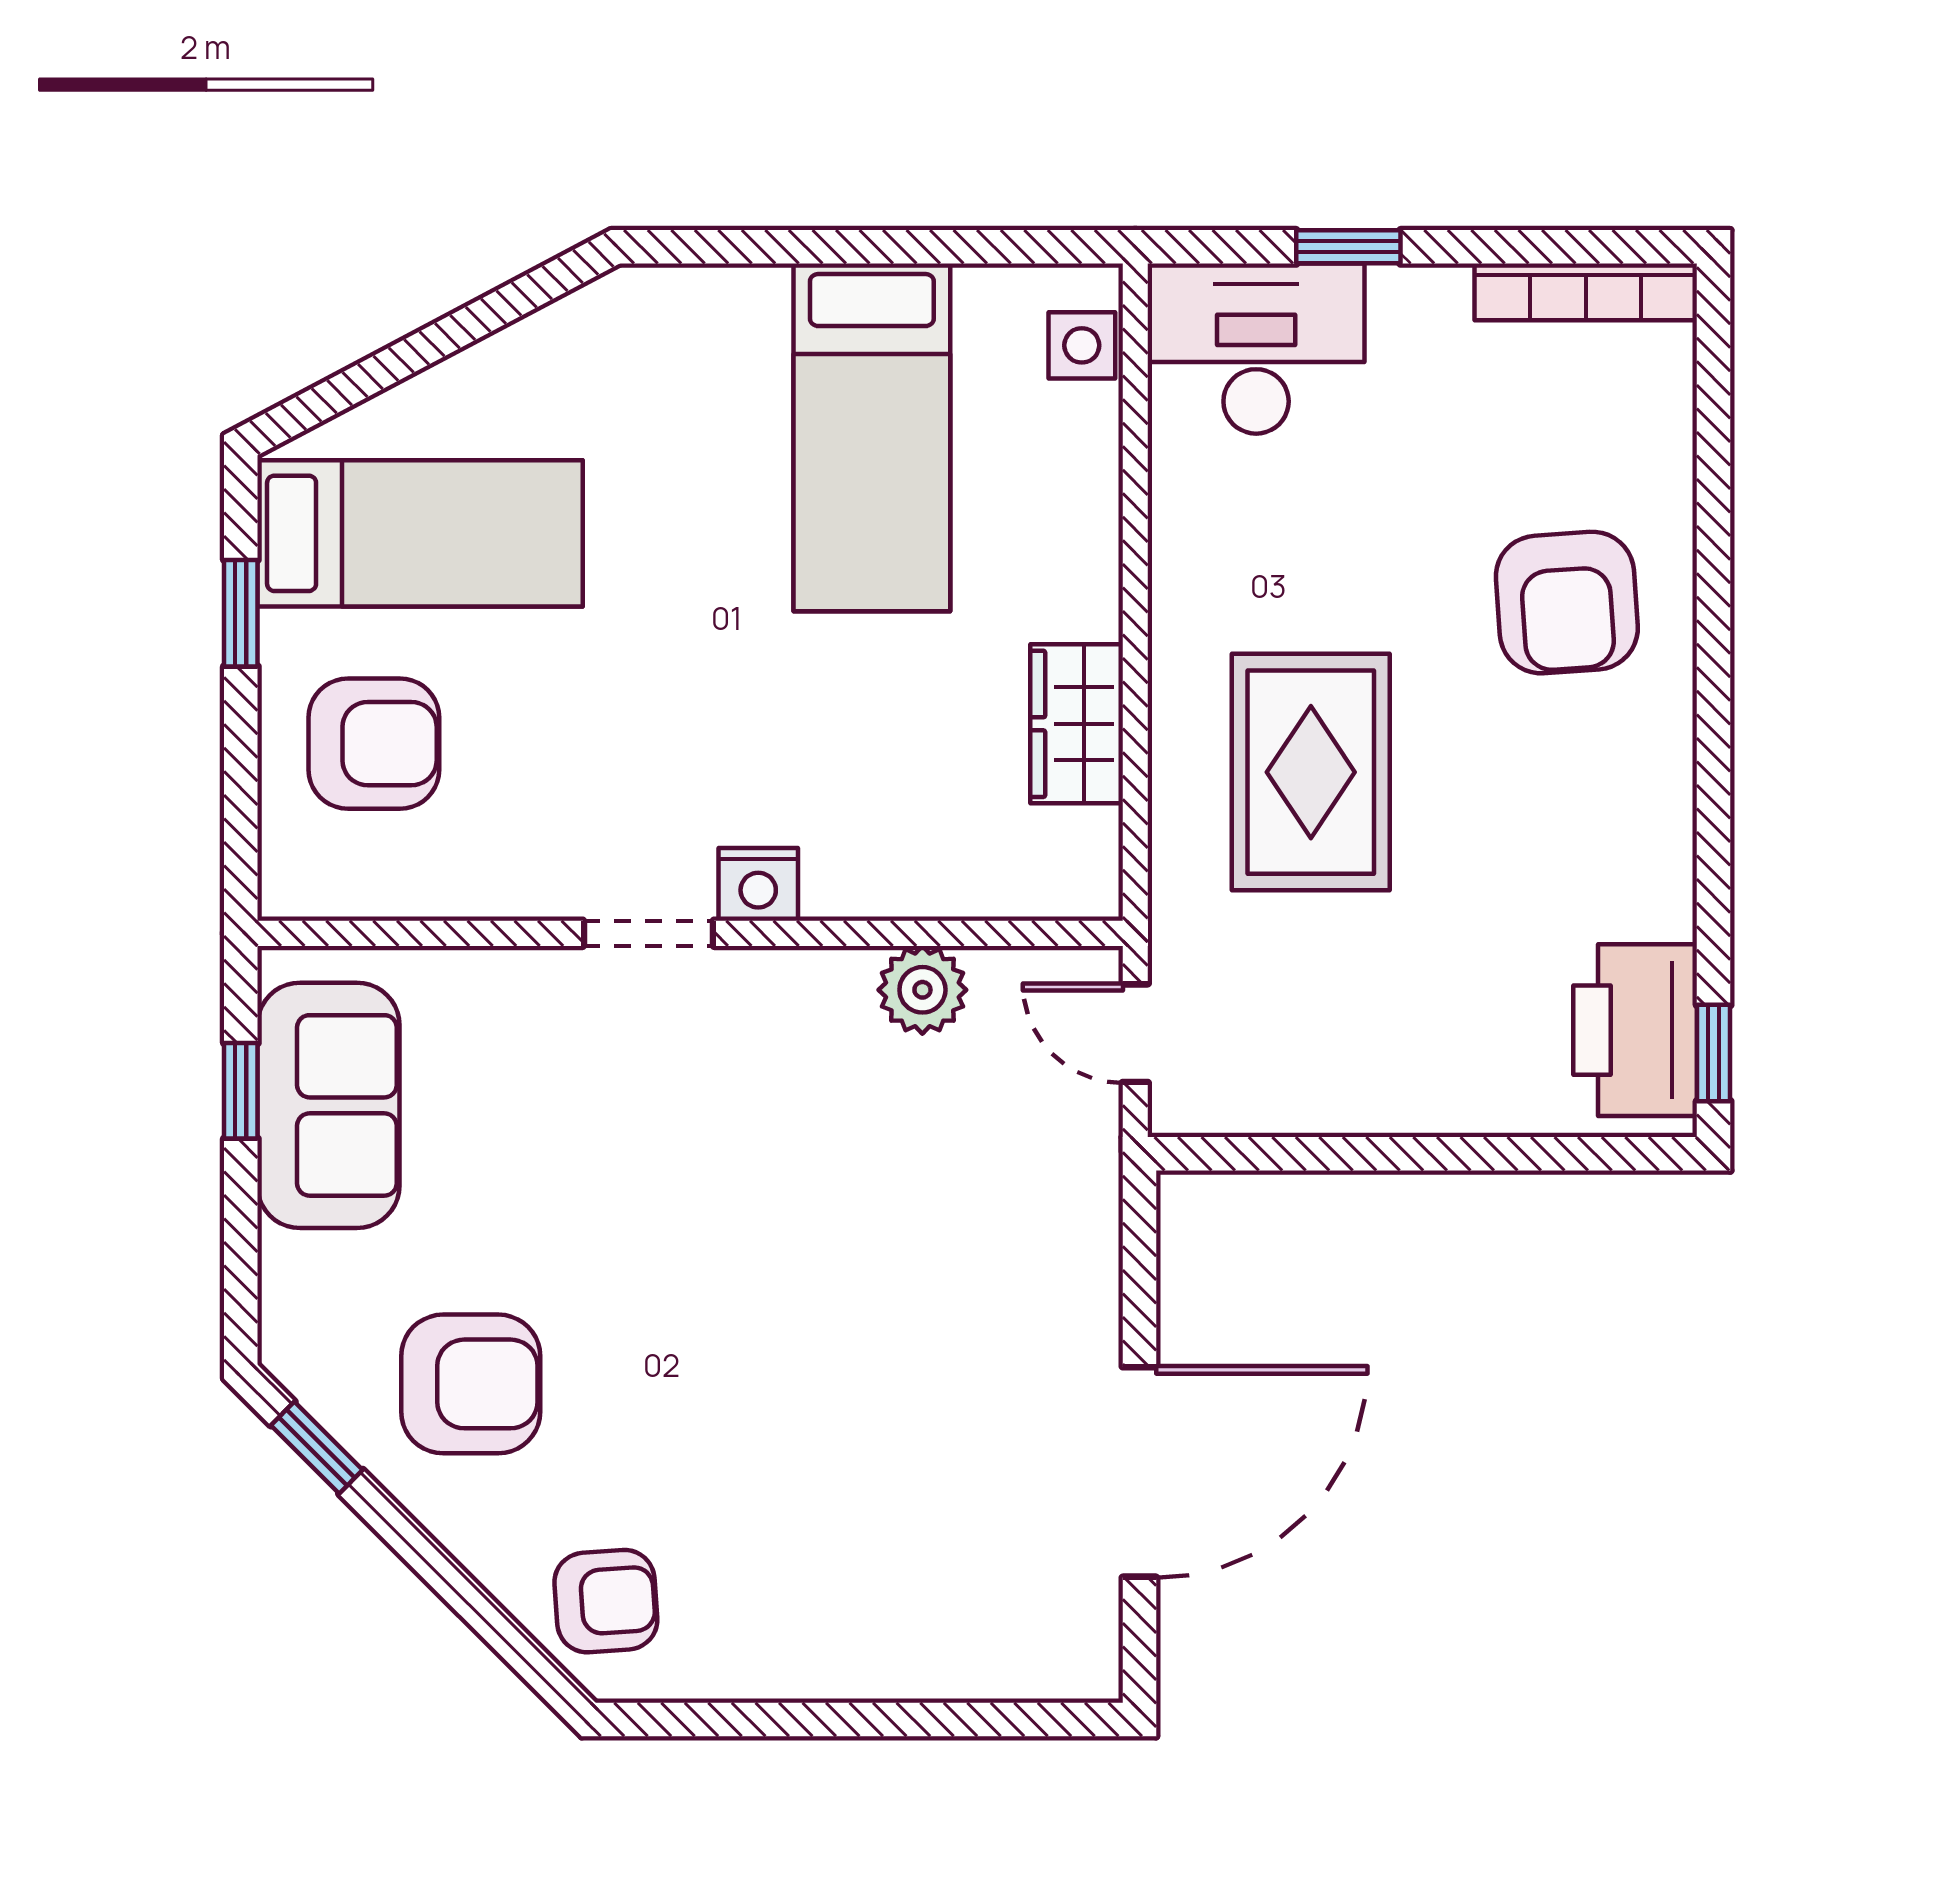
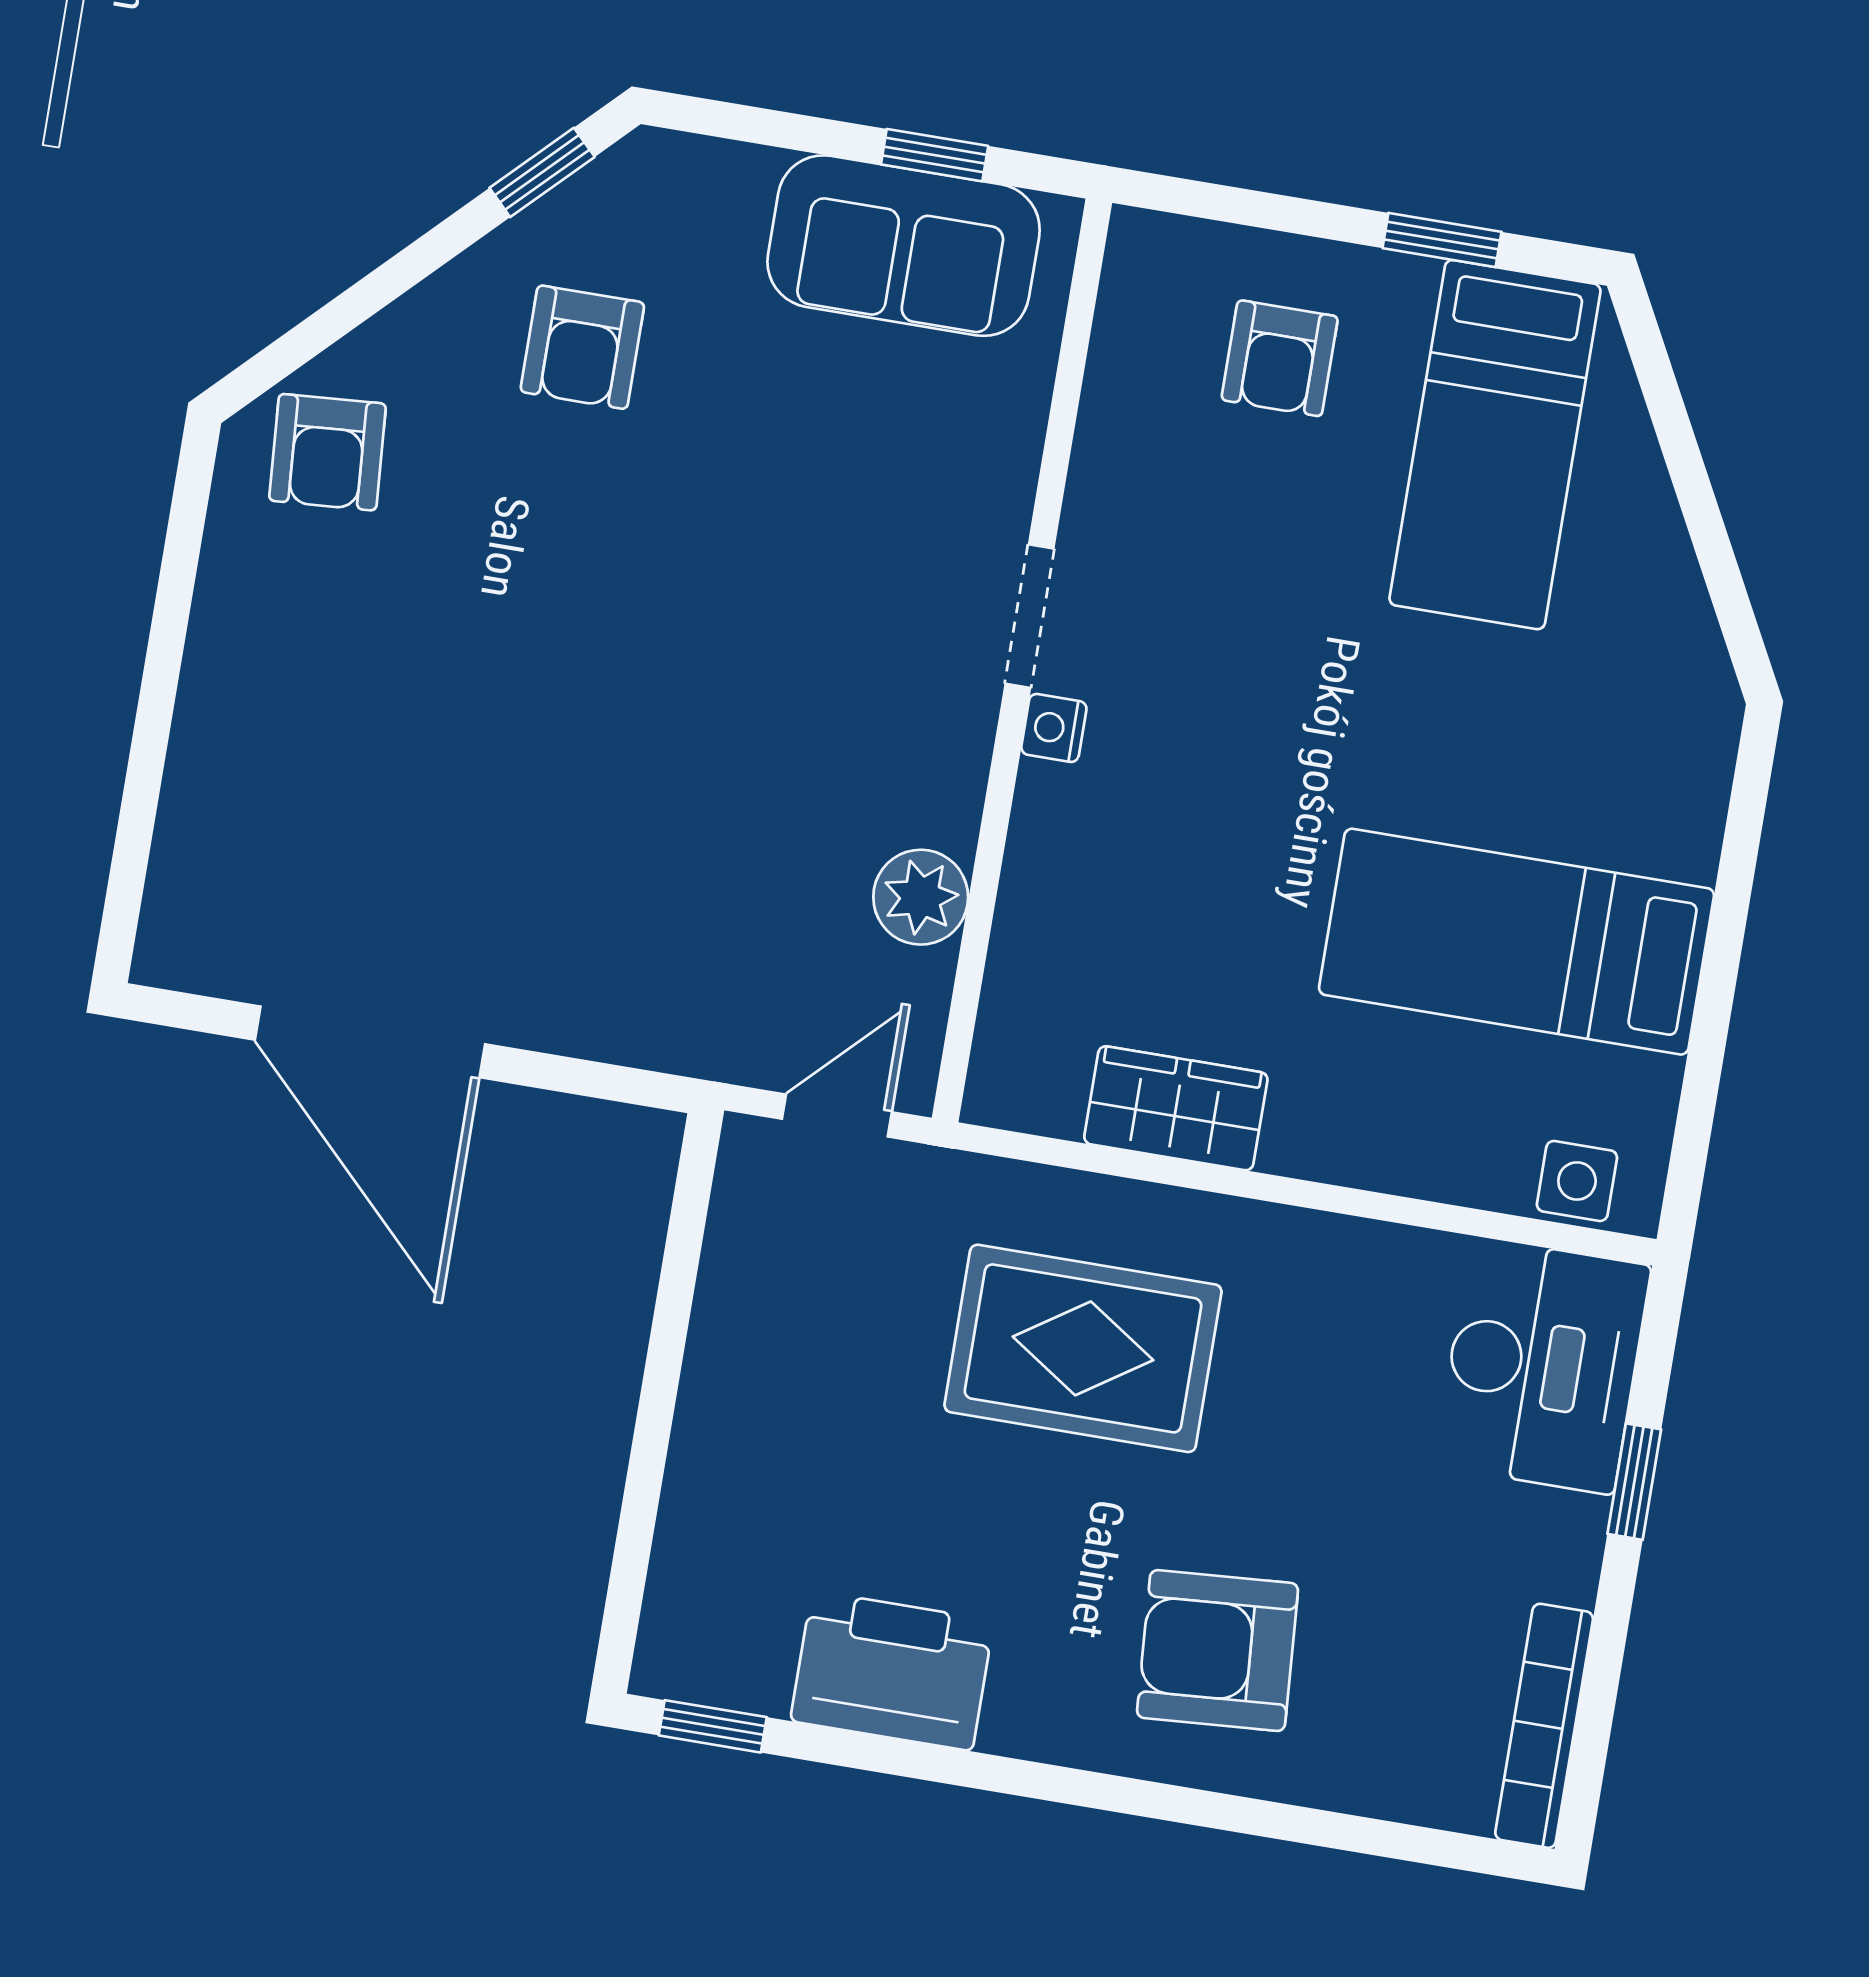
armchair: (374, 744) -> (1280, 358), width x0.72, depth x0.72
nightstand: (758, 884) -> (1054, 728), width x0.72, depth x0.74
printer: (1635, 1030) -> (892, 1671), moved
armchair: (471, 1384) -> (582, 347), width x0.72, depth x0.72

